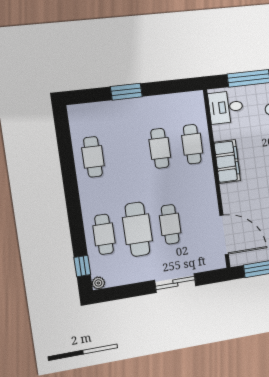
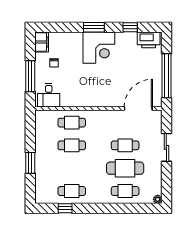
filing cabinet: (227, 161) -> (87, 99), removed
window: (82, 266) -> (65, 208), moved

